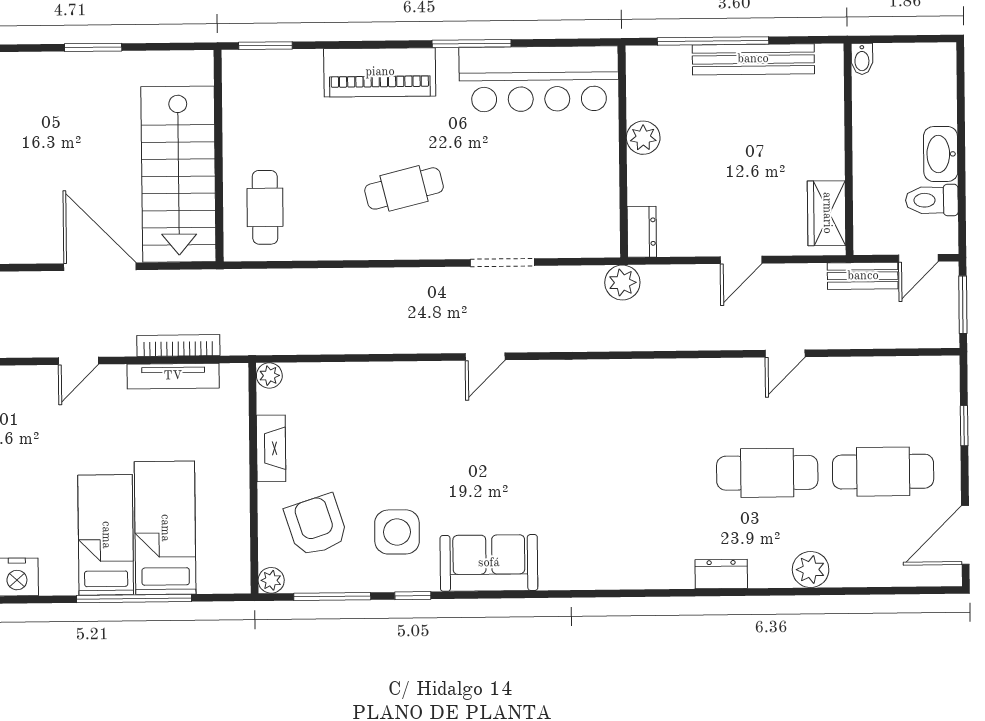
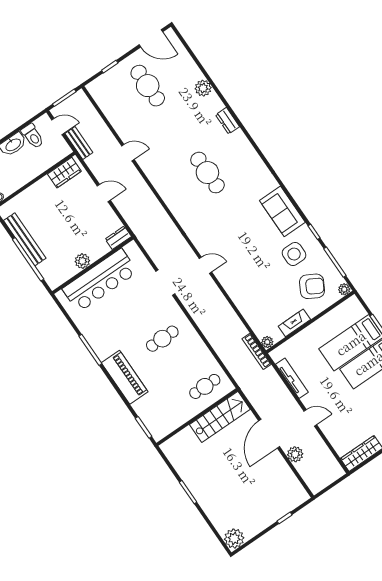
bar counter: (539, 79) -> (100, 280), moved, turned 90
stairs: (178, 174) -> (220, 417), width x0.73, depth x0.66
cafe table: (404, 188) -> (162, 339), turned -76
plant: (622, 283) -> (295, 454), moved
bookcase: (178, 346) -> (257, 351), moved
cafe table: (767, 473) -> (207, 173), moved
armchair: (316, 525) -> (312, 286), turned -133

